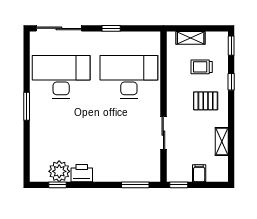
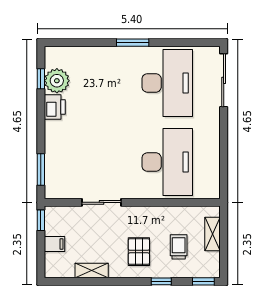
window: (111, 28) -> (224, 141), removed

